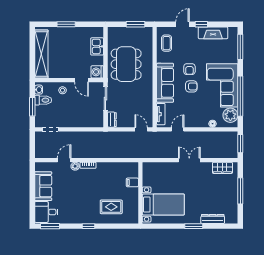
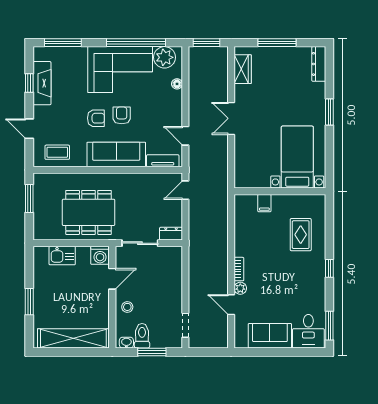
window: (201, 24) -> (29, 83), moved
dresser: (213, 219) -> (319, 64), moved

